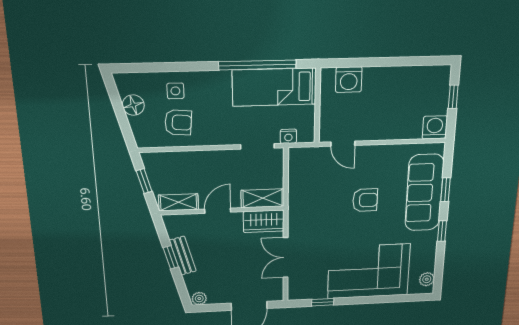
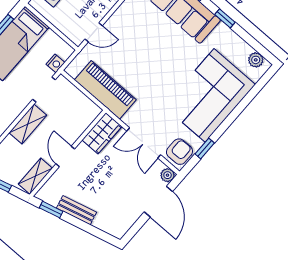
piano: (302, 194) -> (105, 90), added
shelving: (263, 198) -> (28, 124), moved
armchair: (365, 200) -> (179, 152), moved
window: (171, 257) -> (51, 210), moved
plant: (199, 299) -> (168, 175), moved

